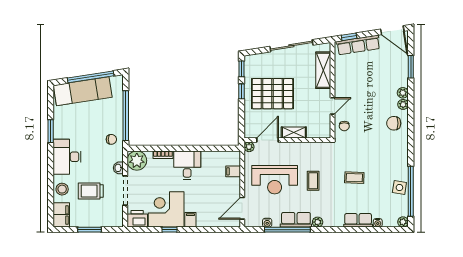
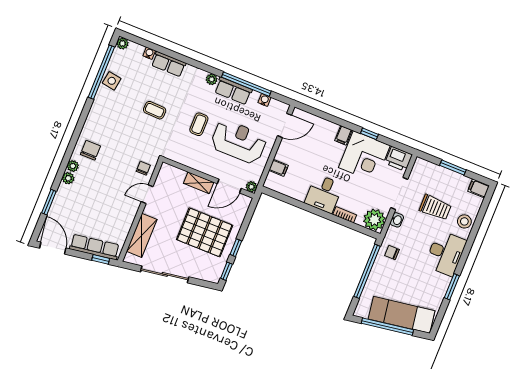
chair: (394, 123) -> (90, 150), turned -90
filing cabinet: (61, 215) -> (479, 188), width x0.50

